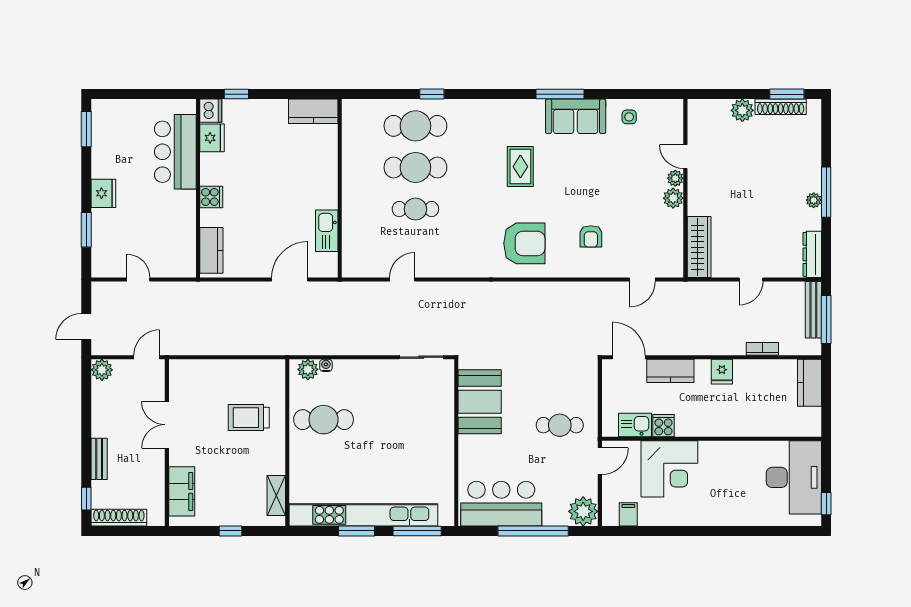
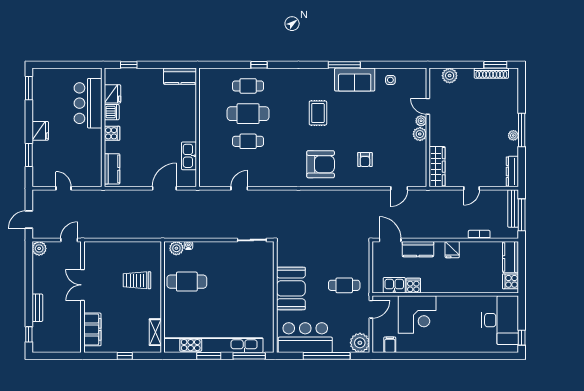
plant: (742, 110) -> (450, 76), moved
dishwasher: (211, 111) -> (112, 112), moved
cafe table: (415, 126) -> (248, 86), width x0.73, depth x0.74
booth: (480, 402) -> (291, 288), moved
cooker: (809, 419) -> (510, 281), added
shoe rack: (119, 518) -> (50, 347), removed

